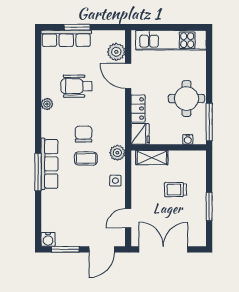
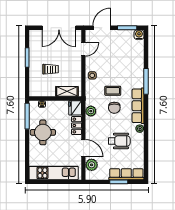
plant: (117, 153) -> (91, 111), moved
row of seats: (49, 164) -> (138, 106), moved

